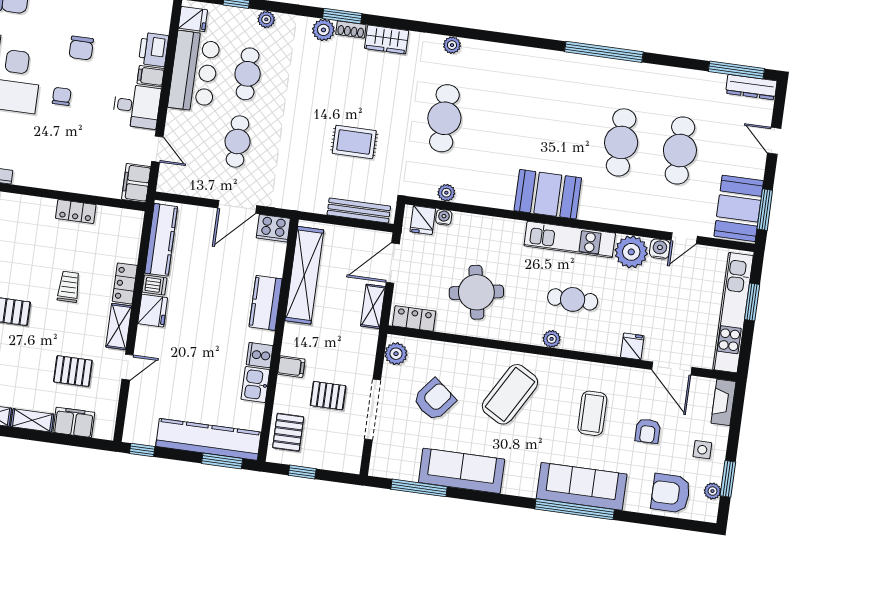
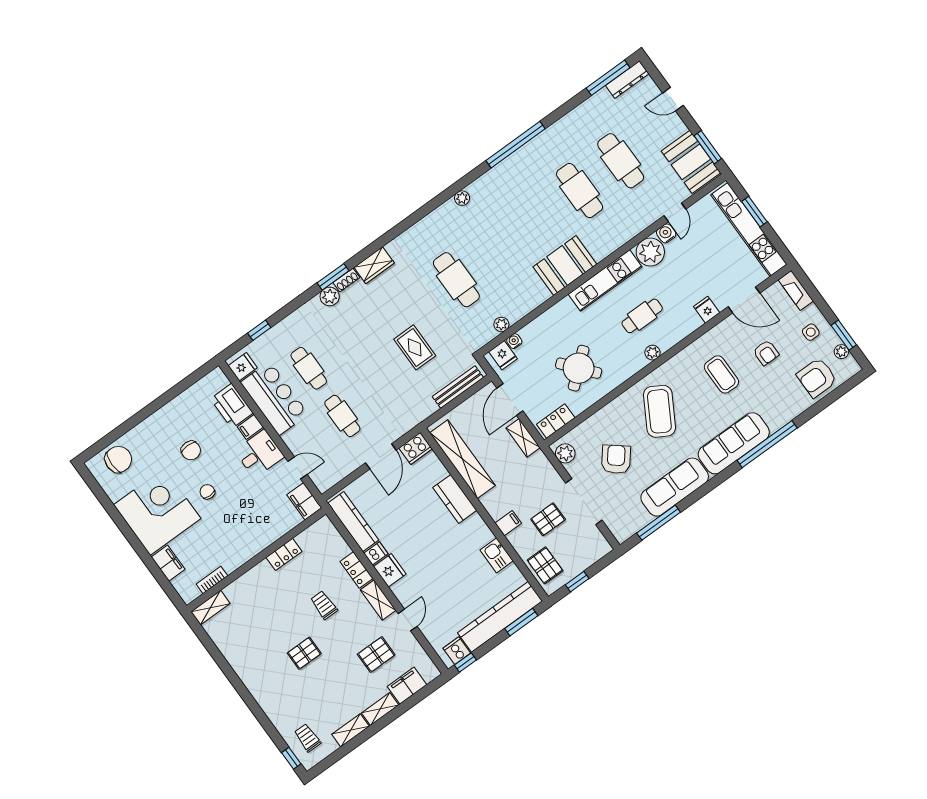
plant: (266, 19) -> (288, 324), removed
plant: (452, 45) -> (462, 198), moved
printer: (154, 49) -> (232, 406), width x1.37, depth x1.19
rug: (354, 142) -> (415, 347), turned 90
round table: (476, 292) -> (579, 368), turned -30
cooker: (260, 355) -> (457, 651), moved, turned 90
sofa: (582, 486) -> (734, 443), moved

